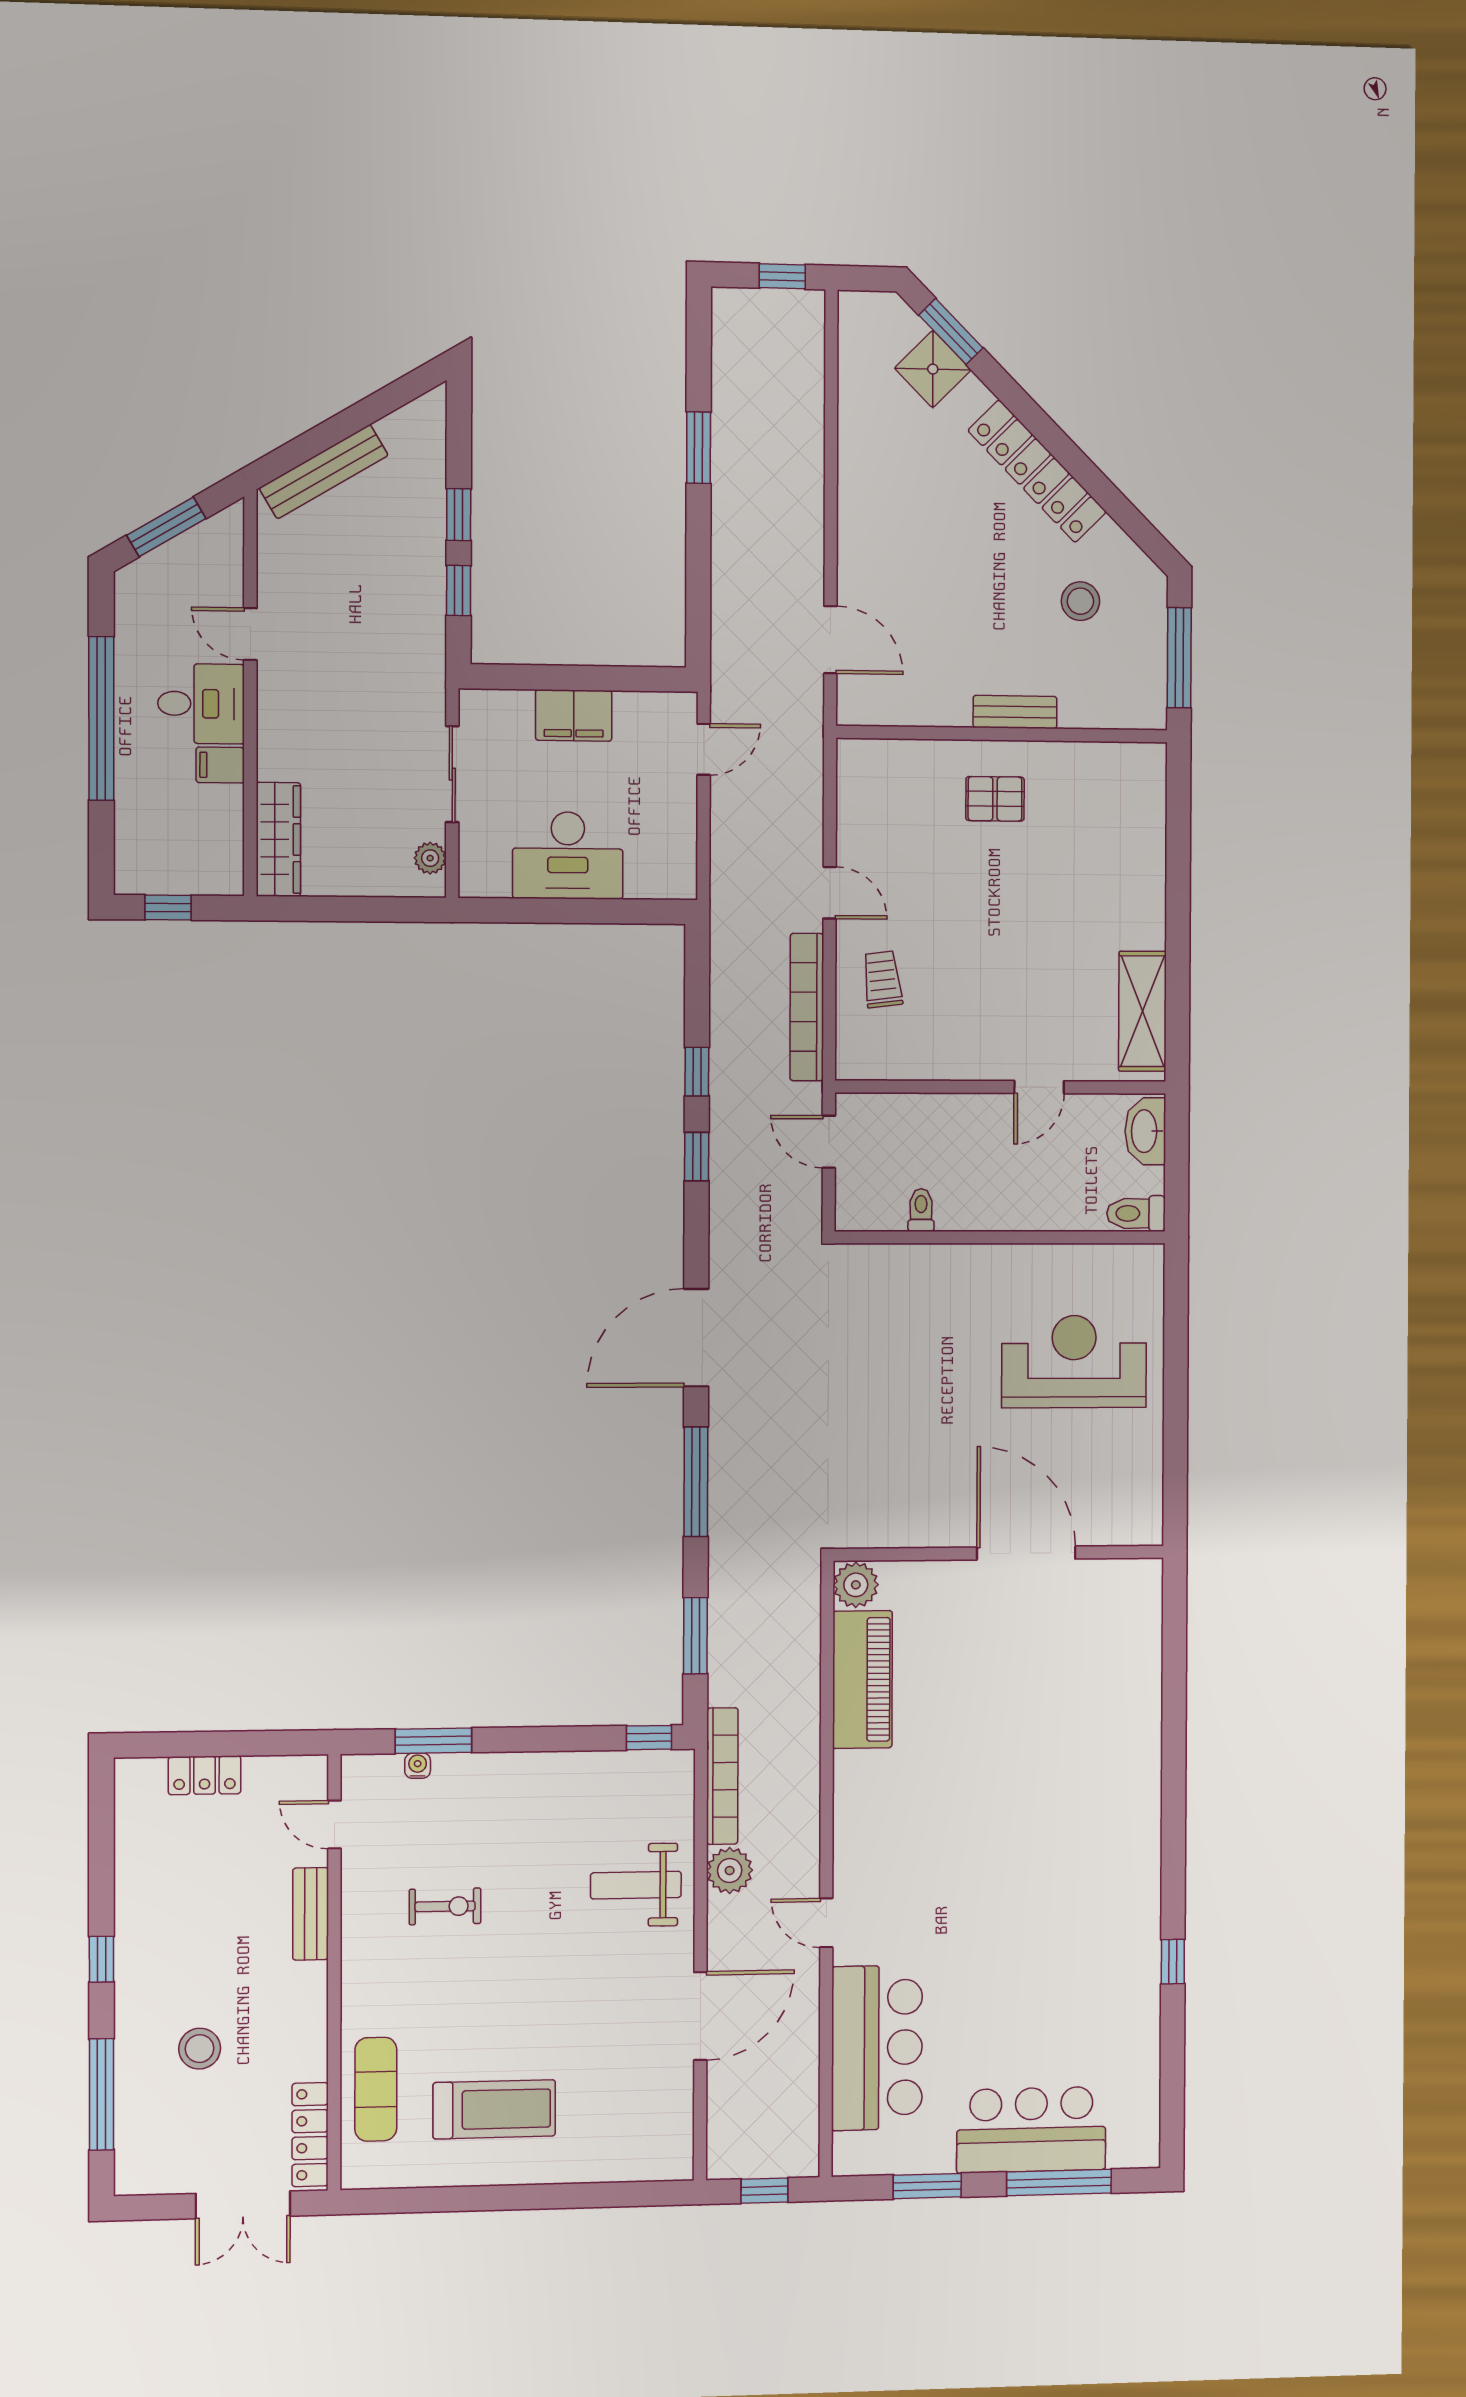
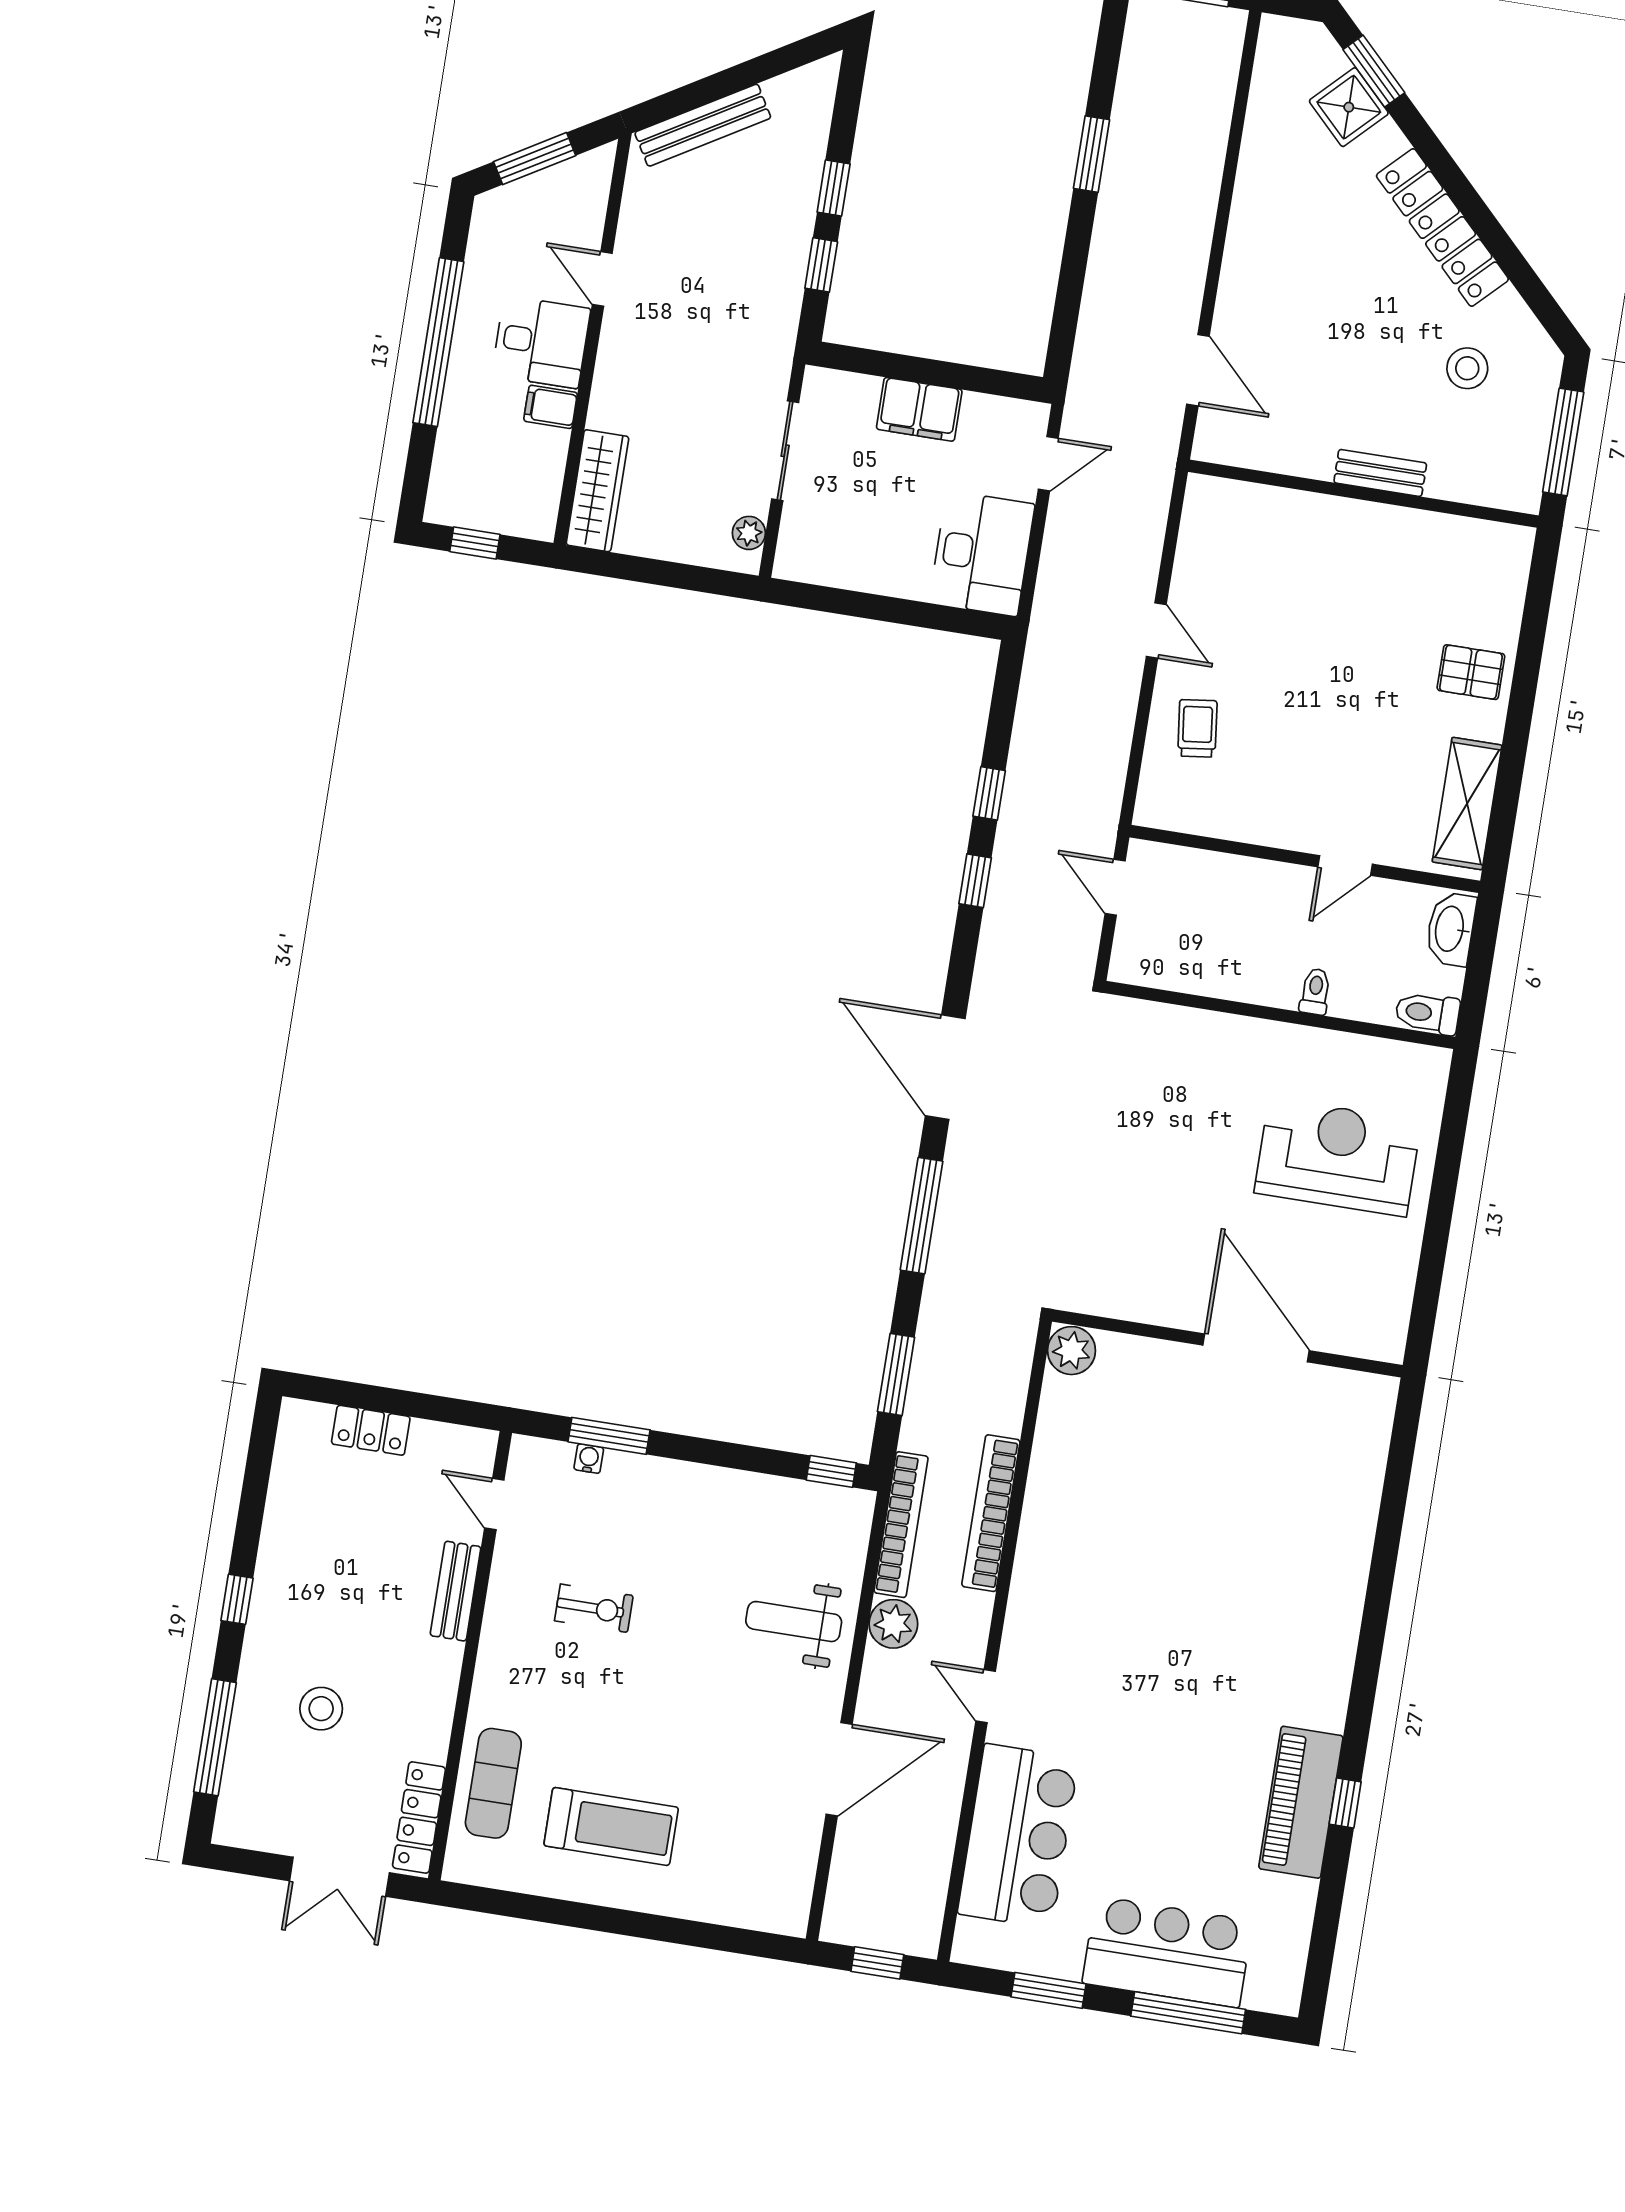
pallet: (995, 799) -> (1471, 672), moved
desk: (568, 855) -> (982, 554), moved, turned -90
bookcase: (807, 1007) -> (991, 1513), moved
toilet: (921, 1210) -> (1315, 992), moved
door: (696, 1338) -> (945, 1067), hinge flipped
piano: (862, 1680) -> (1301, 1802), moved, turned 180

